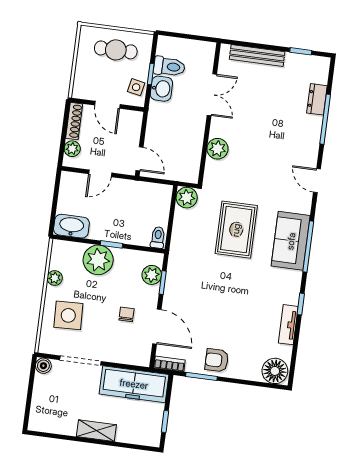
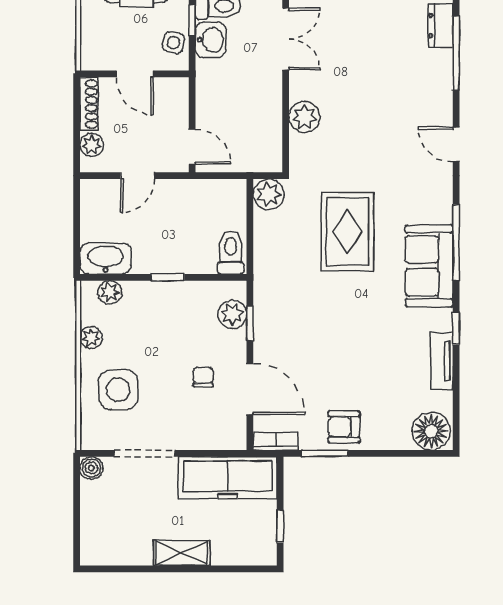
toilet: (158, 237) -> (231, 252), width x1.37, depth x1.39
sofa: (291, 241) -> (429, 266), moved
plant: (98, 260) -> (110, 292), moved, width x0.53, depth x0.53

